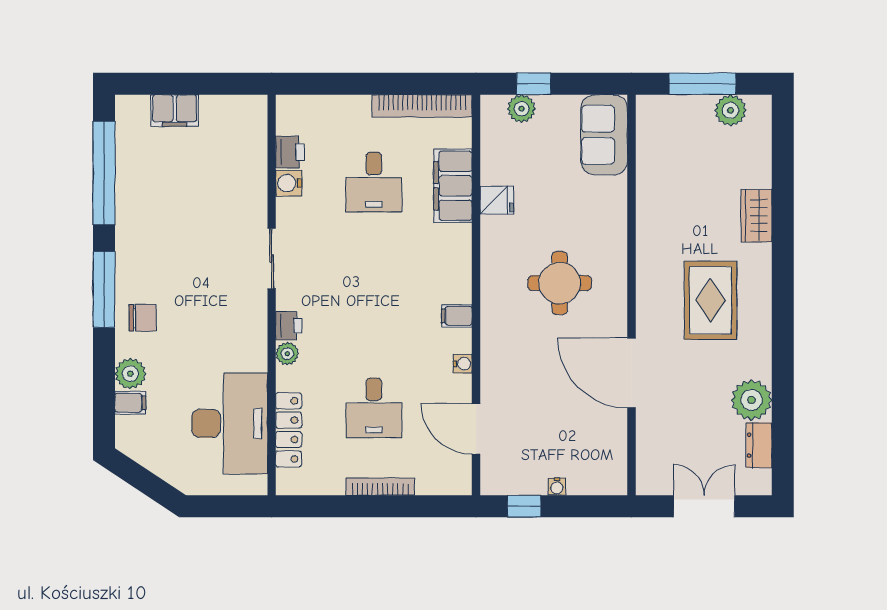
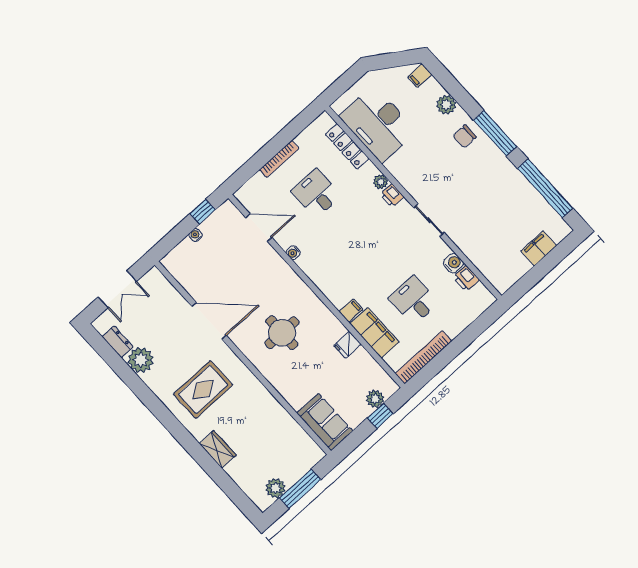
rug: (711, 300) -> (203, 390), turned 90
filing cabinet: (457, 316) -> (351, 310), moved
filing cabinet: (130, 403) -> (420, 76), moved

